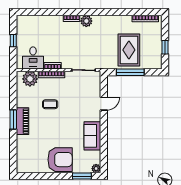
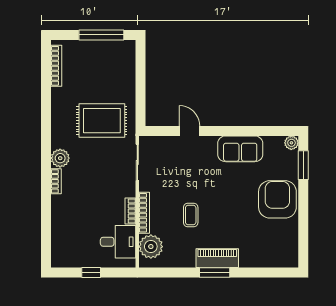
window: (165, 47) -> (101, 35), width x2.17
rug: (129, 50) -> (102, 121), moved
window: (130, 72) -> (141, 89), removed

